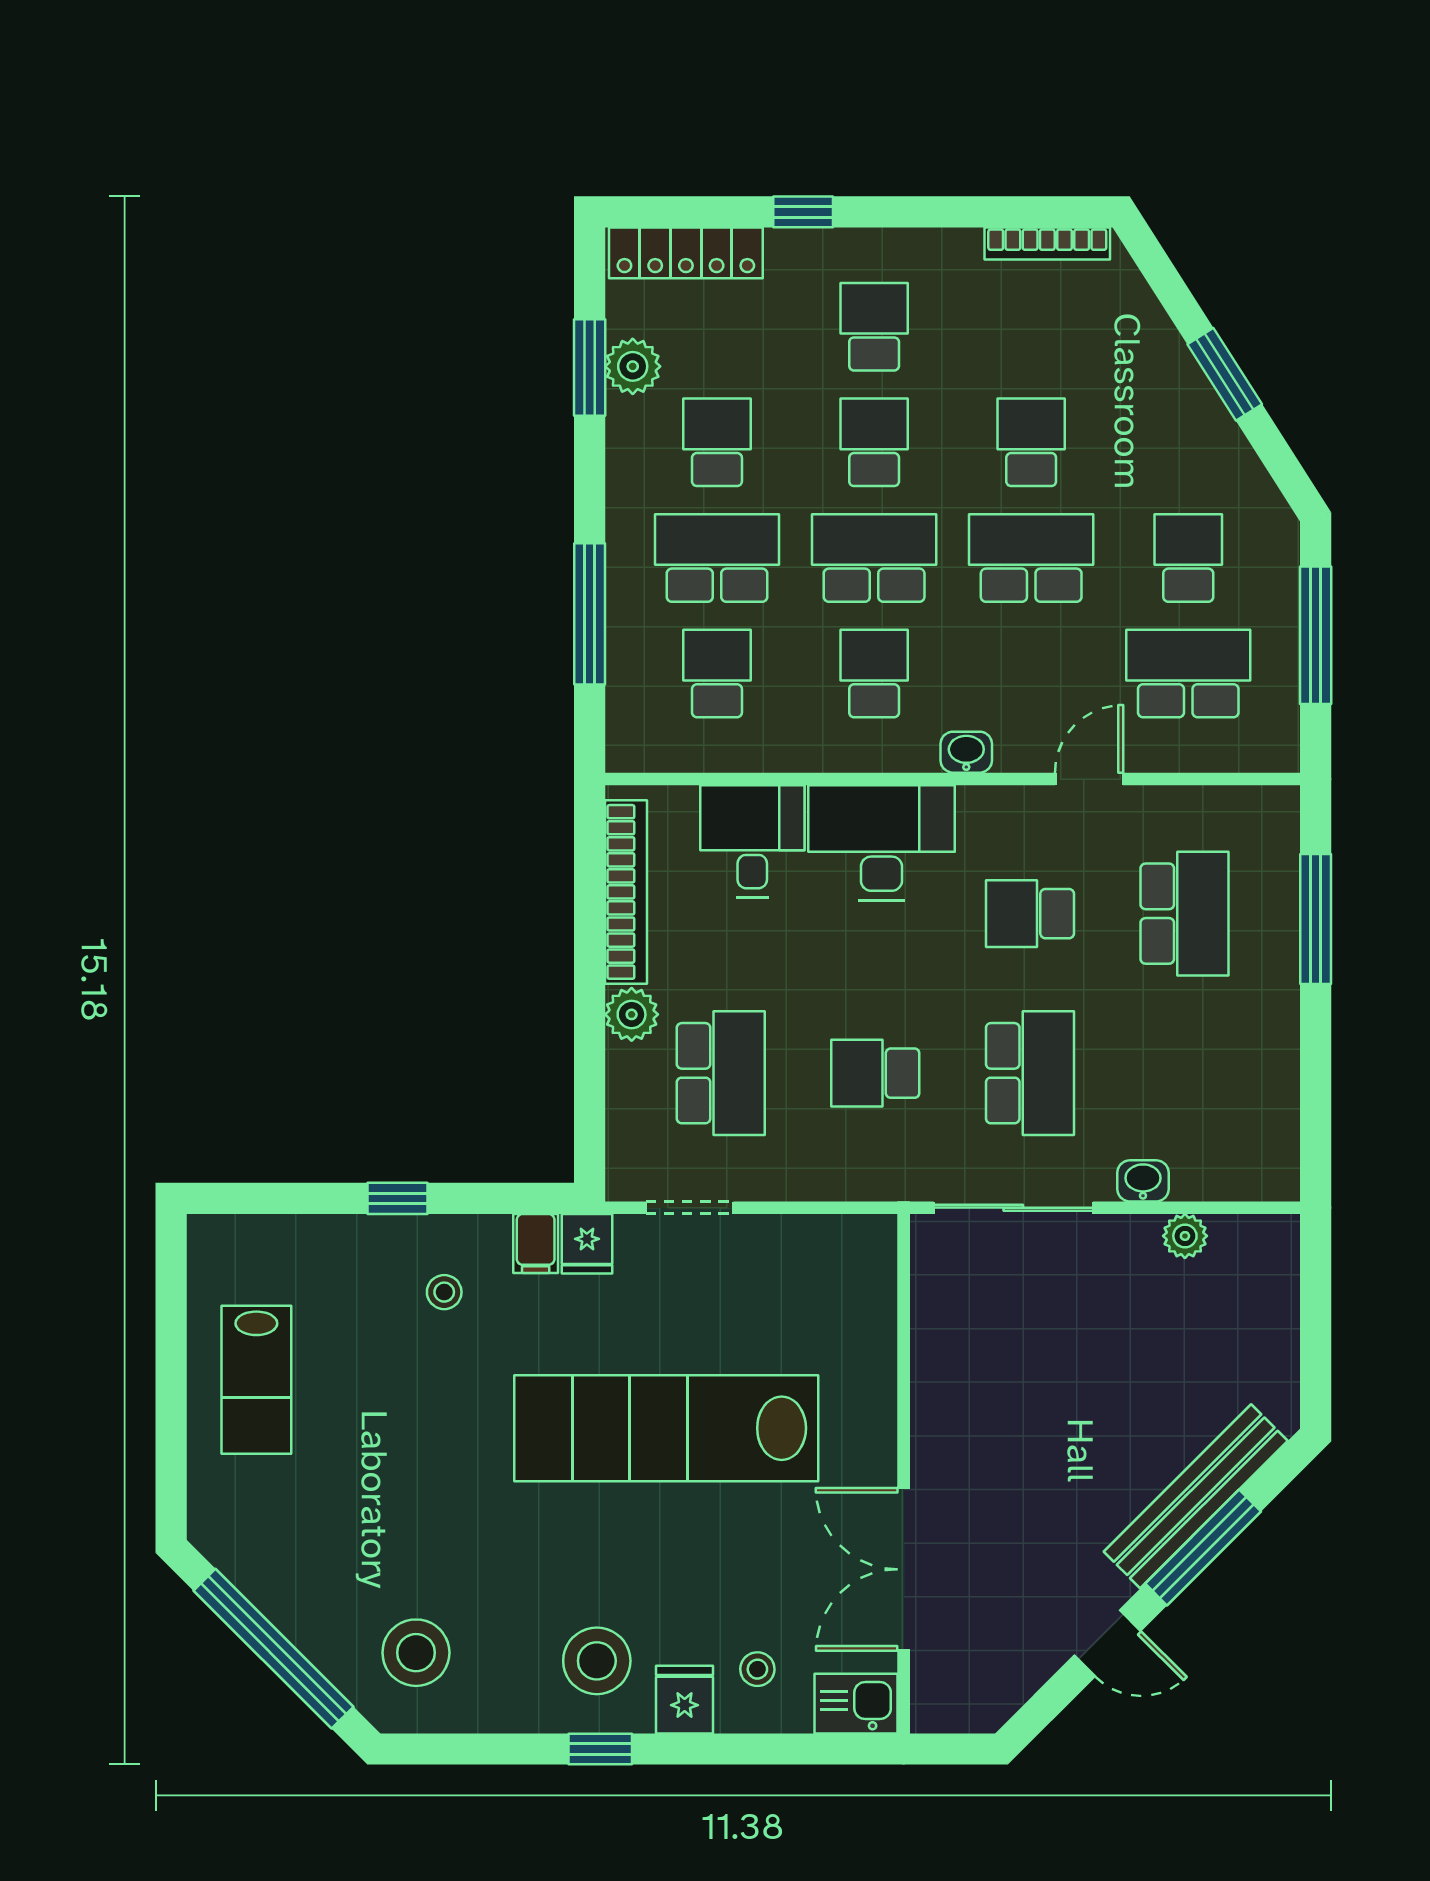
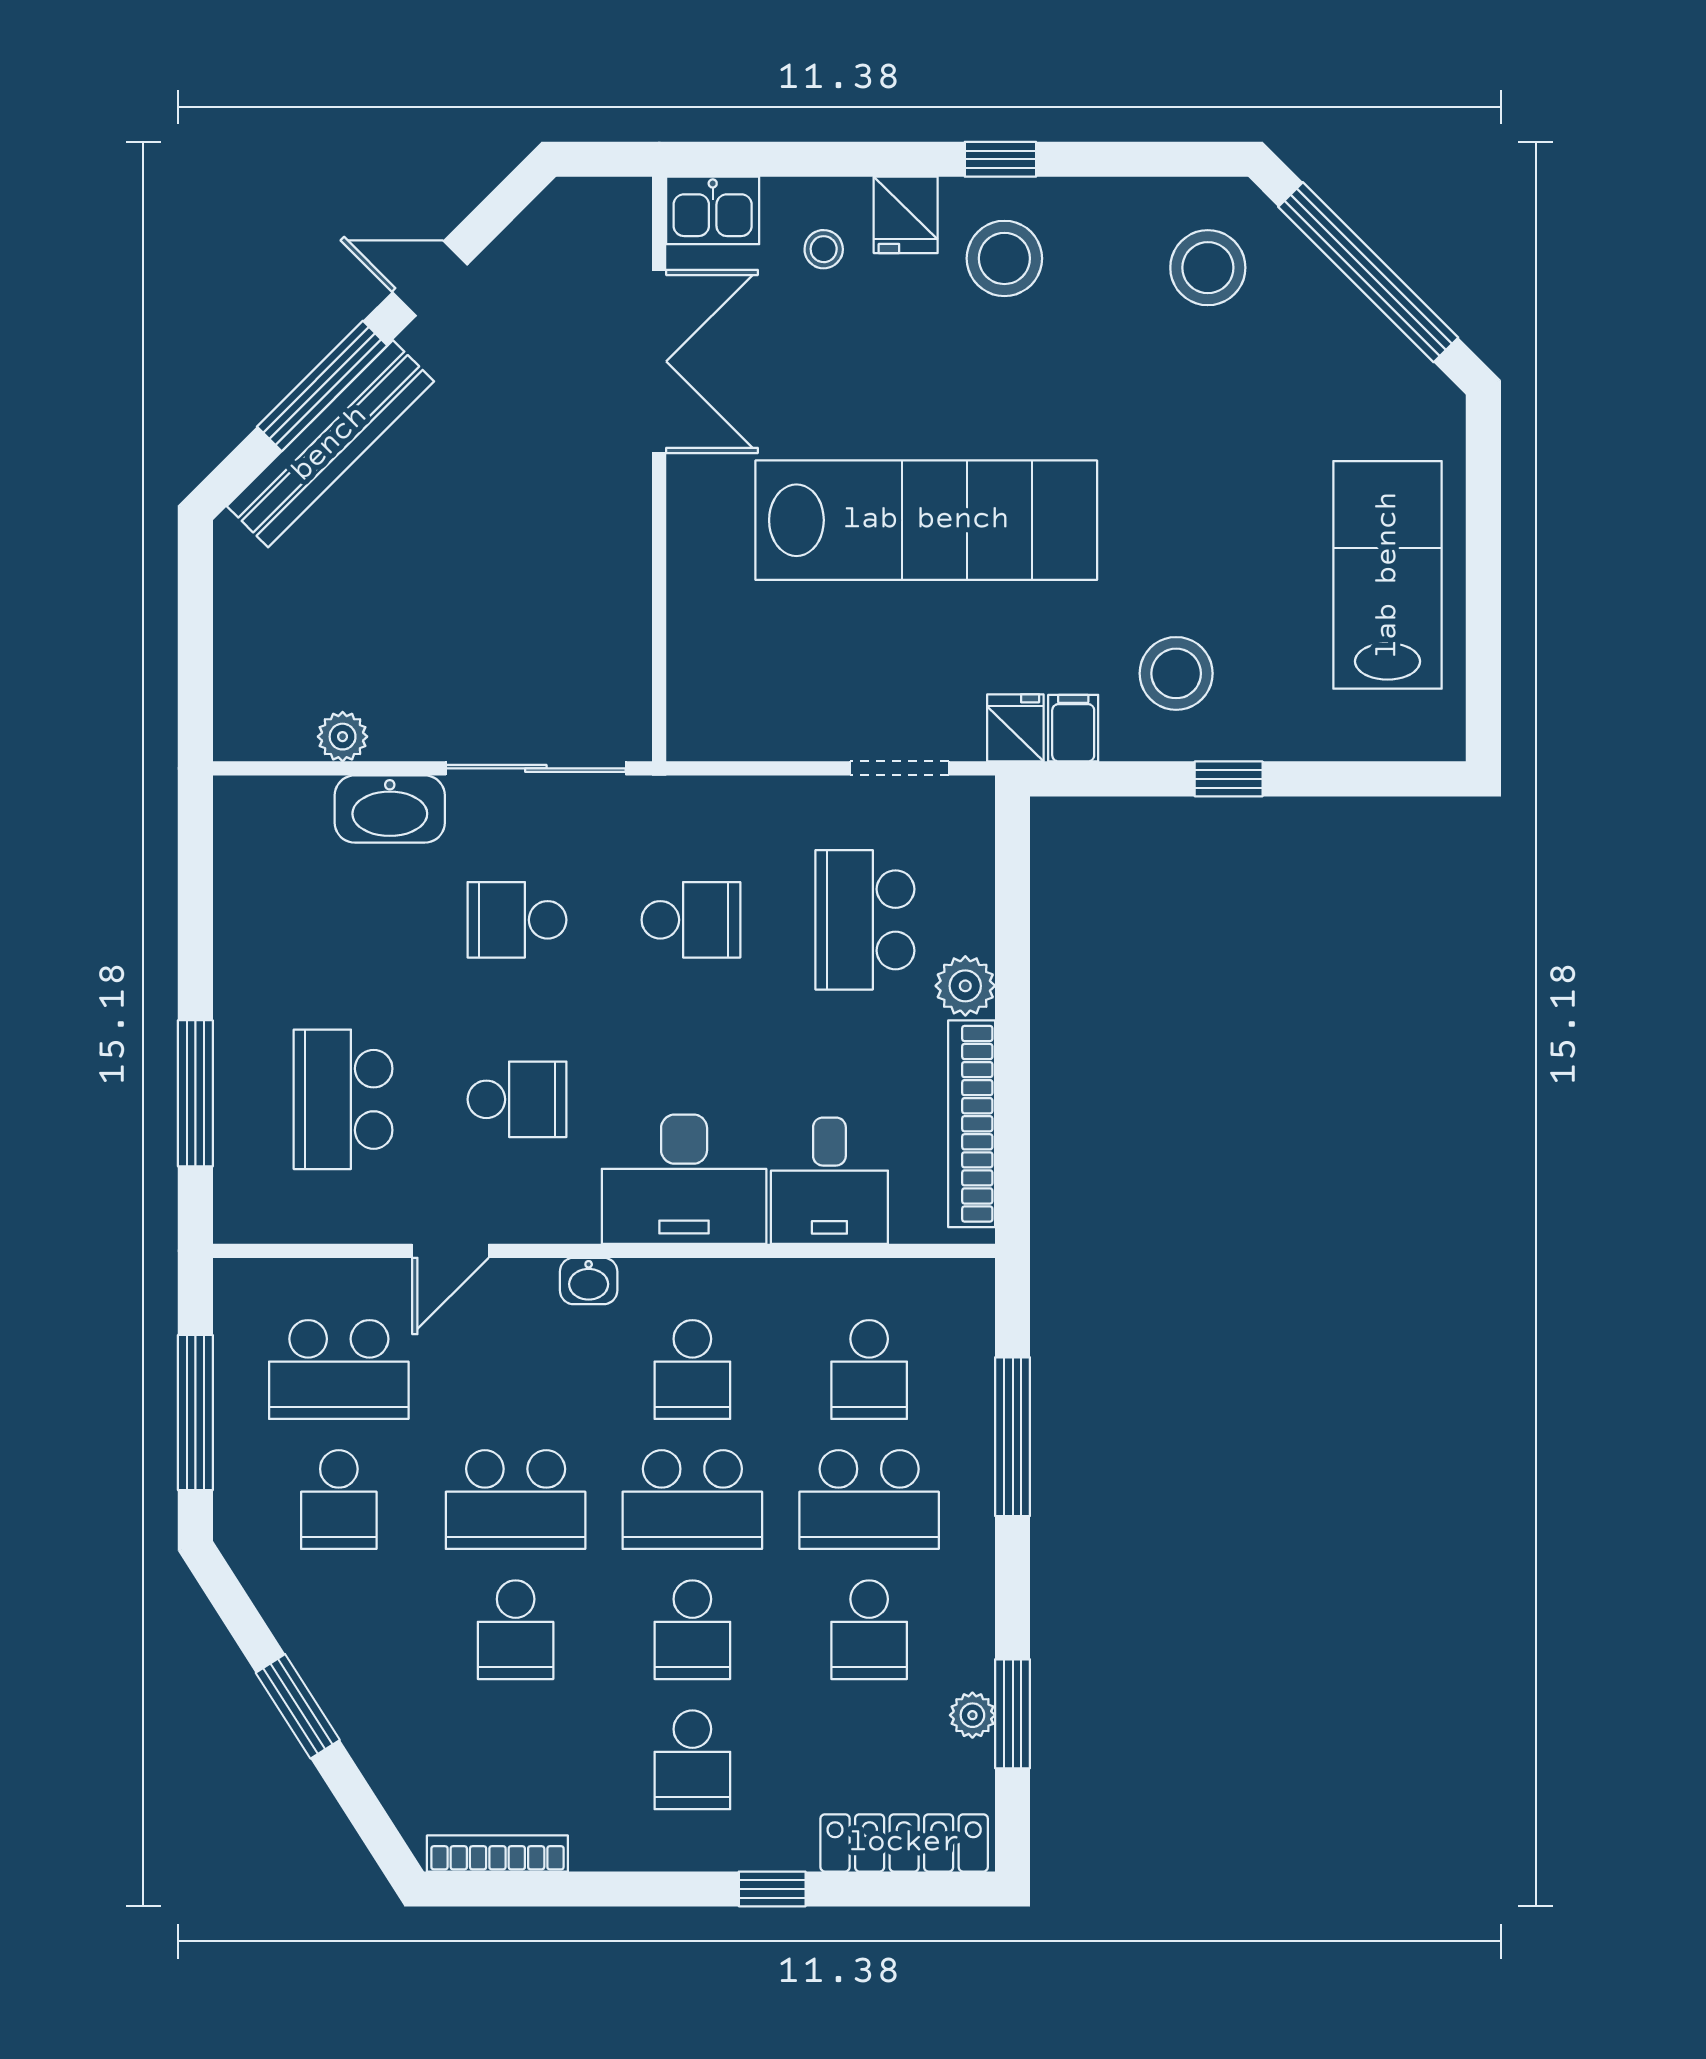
plant: (633, 366) -> (972, 1715), width x0.73, depth x0.73
school desk: (1030, 1073) -> (517, 920), width x0.54
washbasin: (1143, 1181) -> (390, 809), width x1.91, depth x1.45
stool: (444, 1292) -> (1176, 673), width x1.89, depth x1.89
lab bench: (256, 1380) -> (1388, 575), width x1.36, depth x1.39

